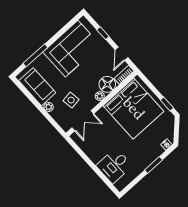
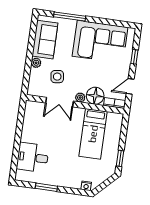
bed: (133, 109) -> (93, 134), width x0.49
double door: (83, 121) -> (59, 102), moved
window: (153, 165) -> (46, 187), moved

